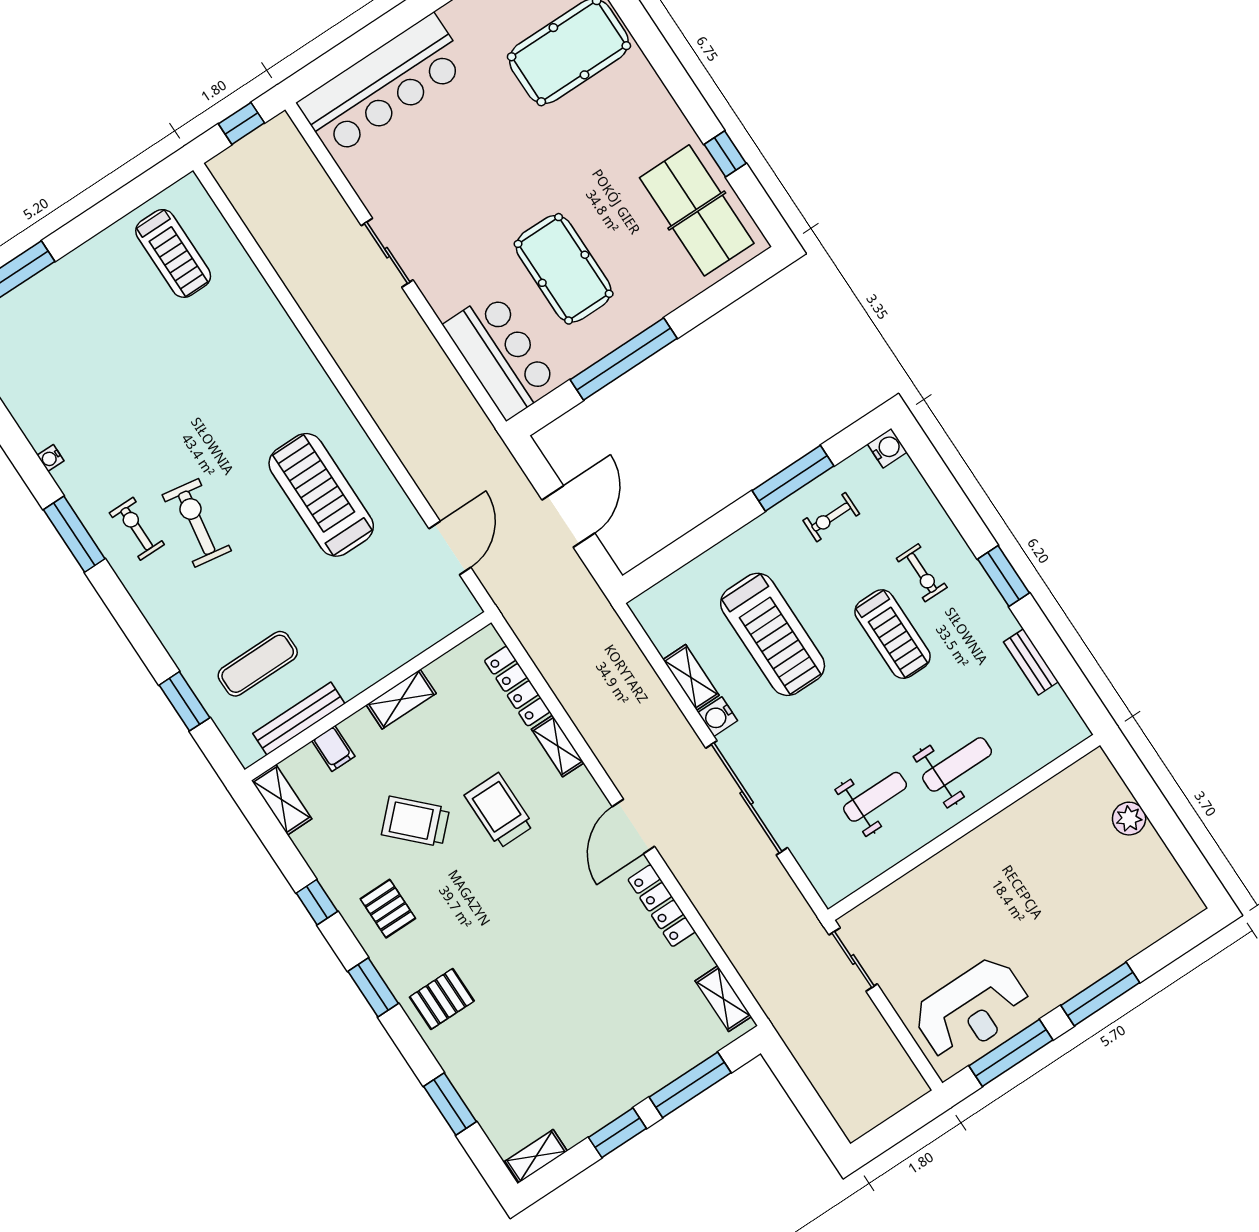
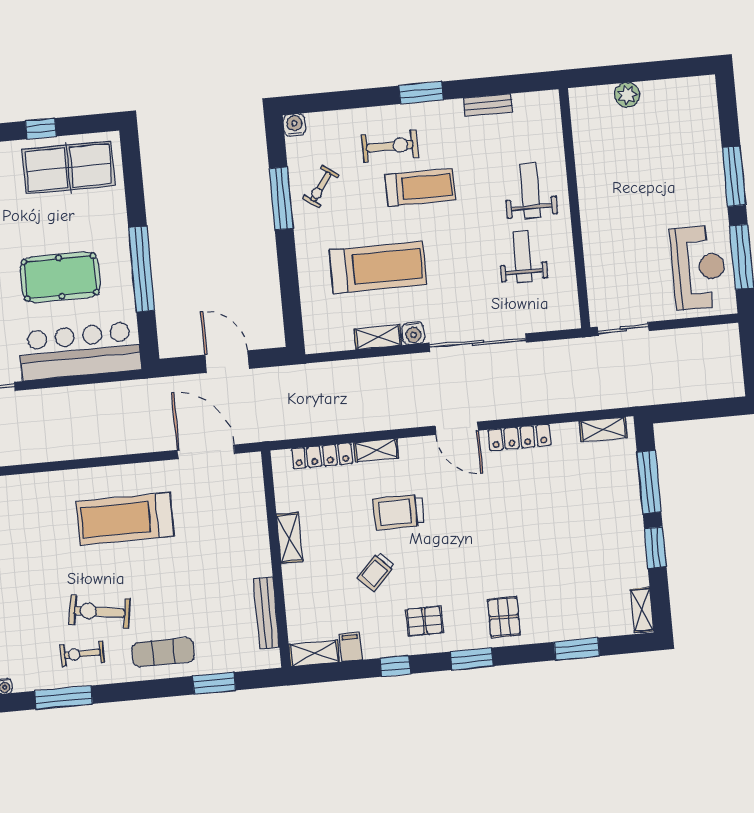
bar counter: (501, 355) -> (80, 351), width x1.36
exercise bike: (831, 517) -> (321, 187), turned 36
door: (450, 548) -> (206, 452), width x1.36
exercise bike: (922, 573) -> (390, 146), width x1.38, depth x1.39
exercise mat: (258, 664) -> (163, 652), moved, turned 90
filing cabinet: (333, 748) -> (351, 647), moved, turned -90
trolley: (415, 821) -> (376, 572), width x0.73, depth x0.72

